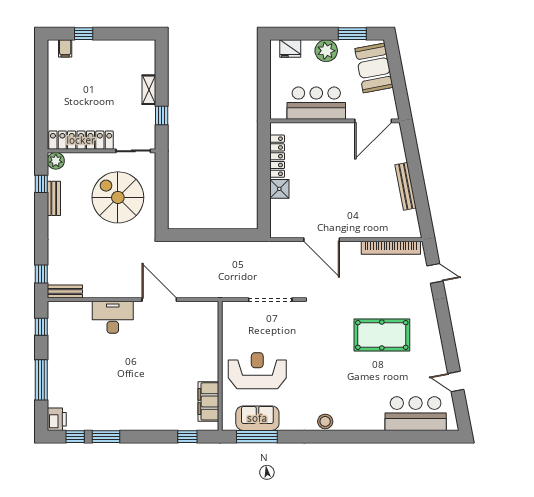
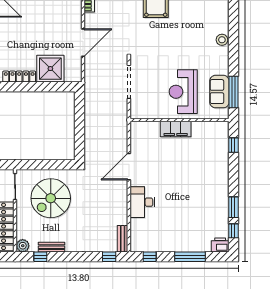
shower: (279, 189) -> (50, 69), width x1.86, depth x1.86
filing cabinet: (208, 401) -> (176, 129), moved

